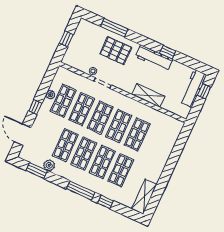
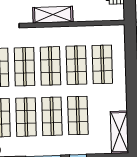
shelving: (148, 95) -> (53, 15), moved
shop shelf: (156, 143) -> (102, 64), added

